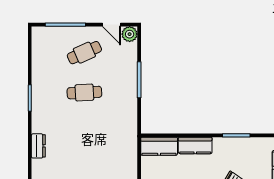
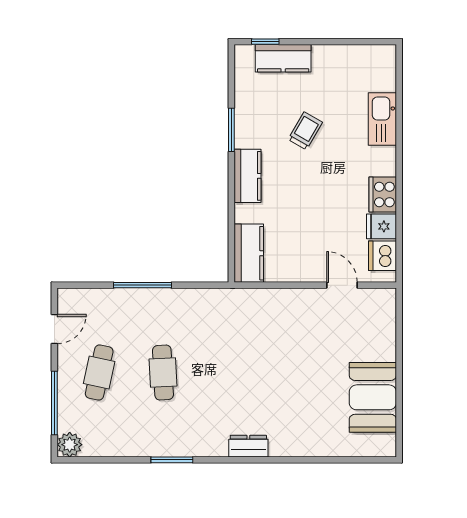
plant: (130, 34) -> (70, 445), moved
cafe table: (84, 53) -> (99, 373), turned 36
kitchen counter: (195, 145) -> (247, 176), moved

